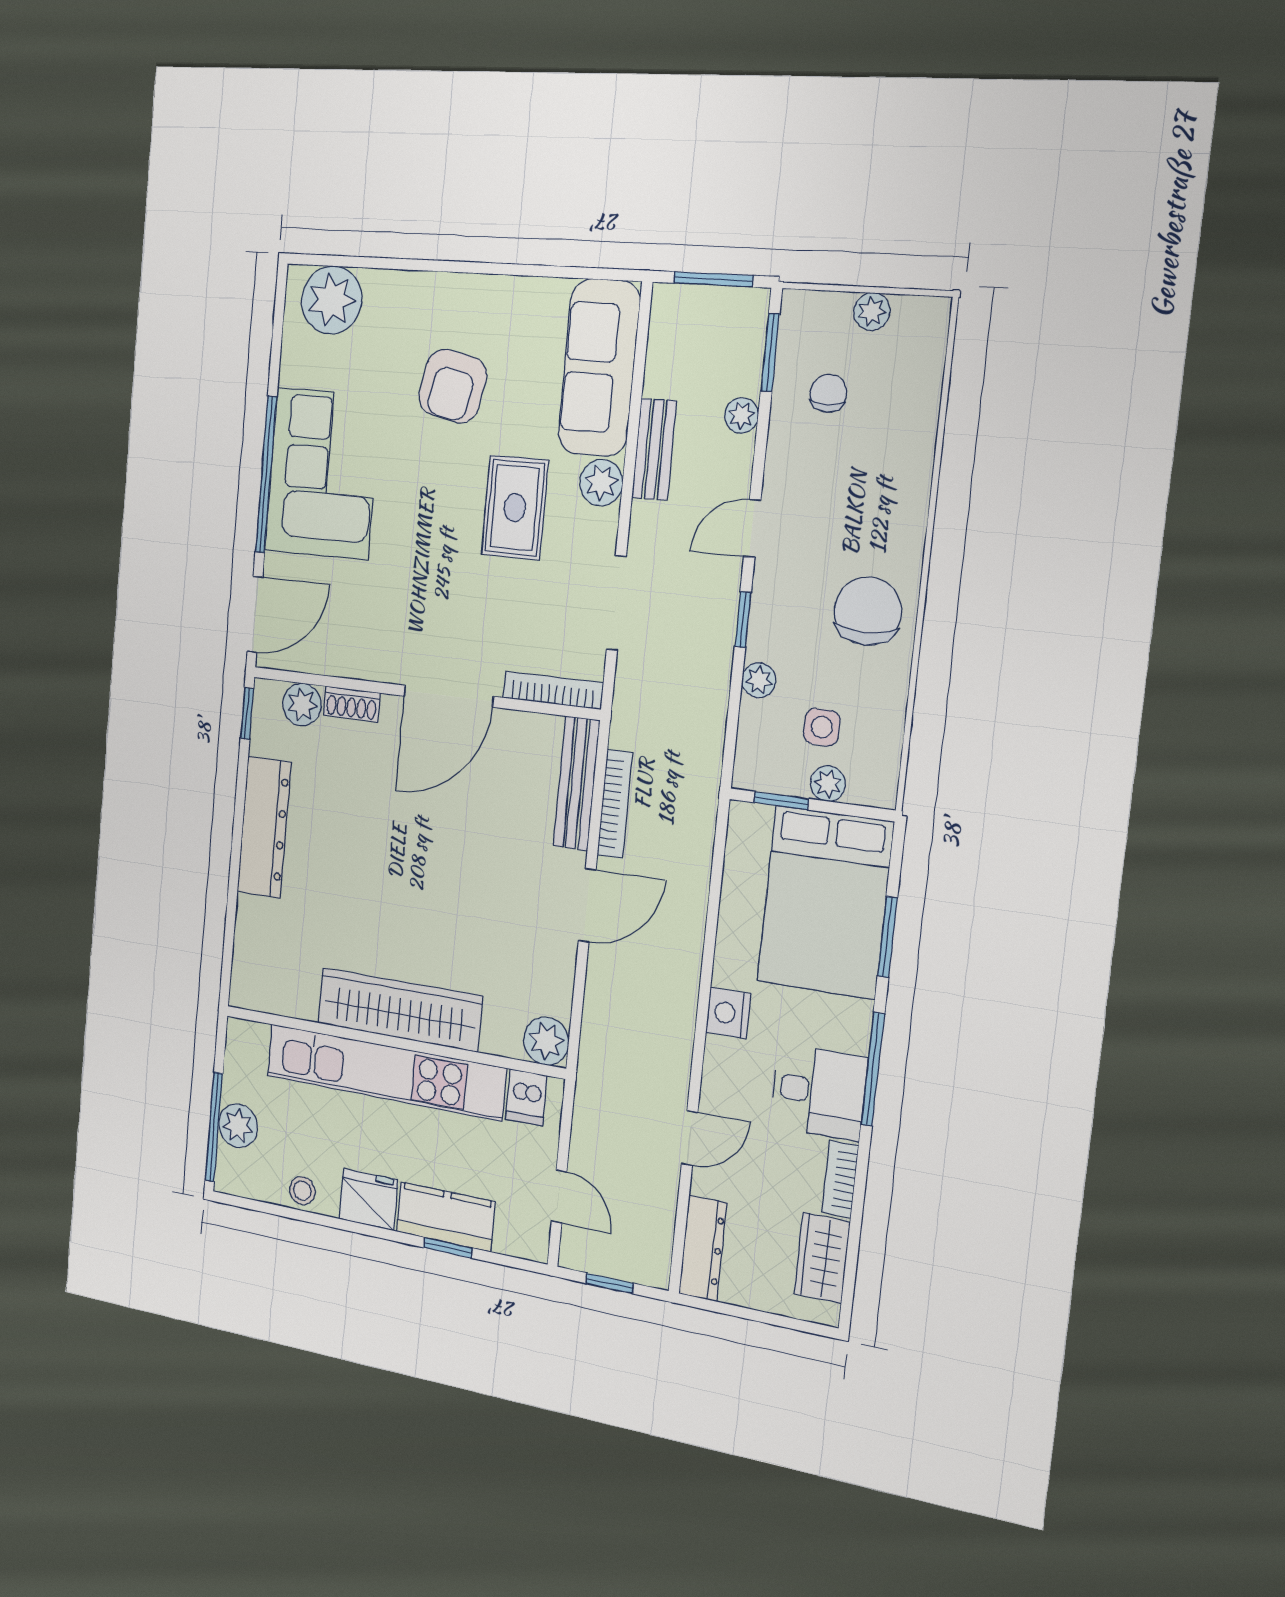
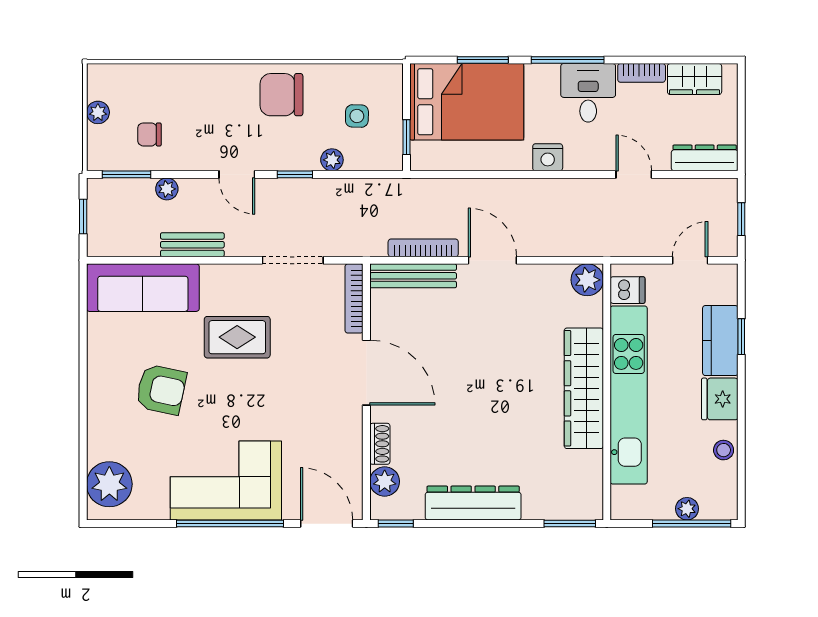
window: (713, 279) -> (83, 216), width x0.67
plant: (601, 483) -> (216, 279), removed
plant: (828, 784) -> (392, 108), removed
window: (227, 959) -> (570, 524), added
plant: (238, 1126) -> (687, 509), width x0.73, depth x0.73

